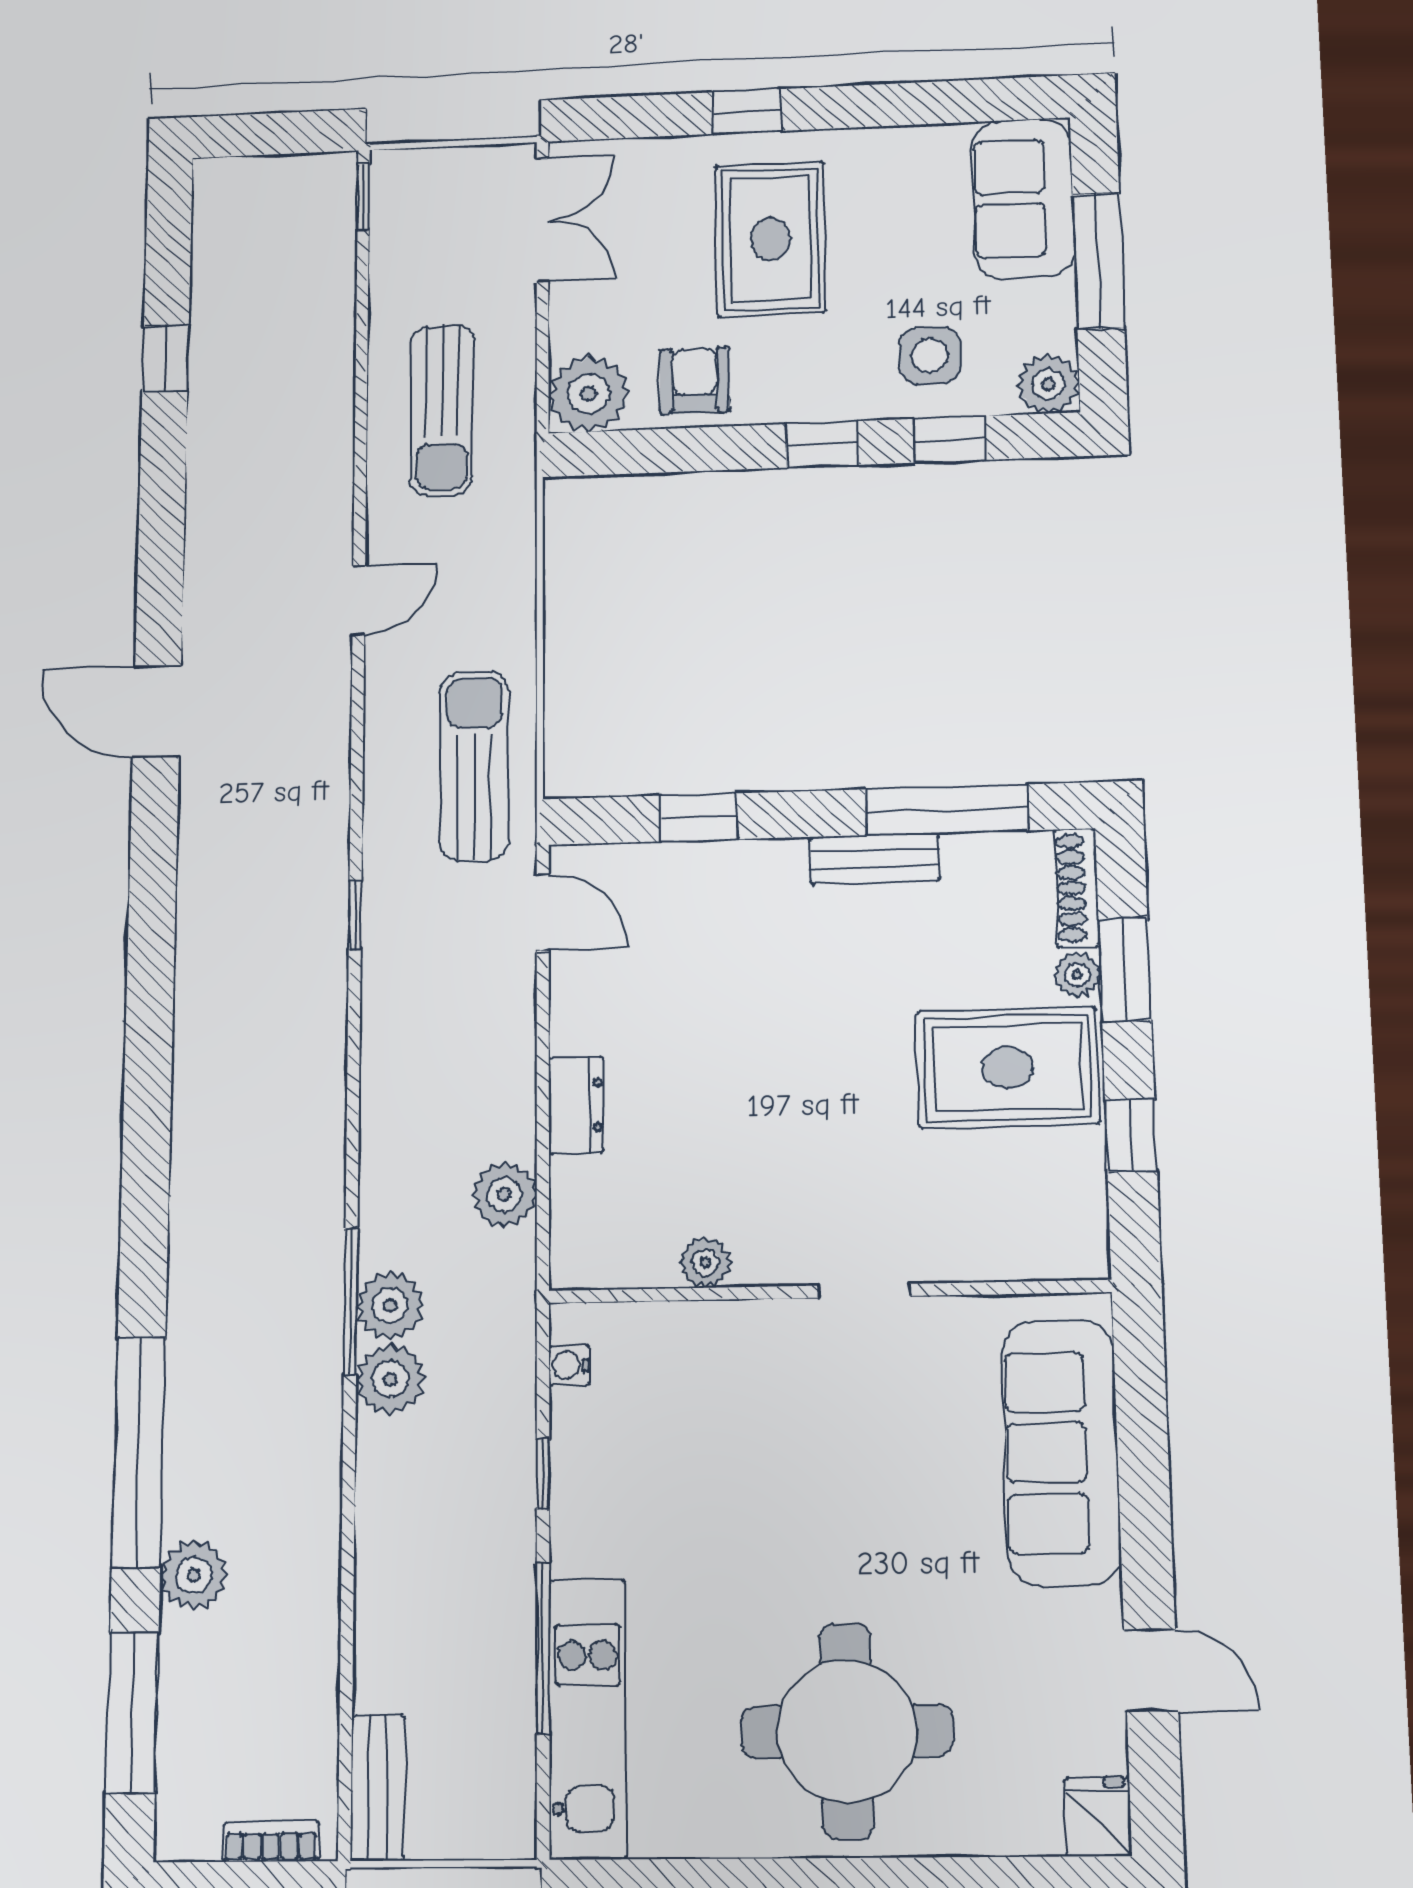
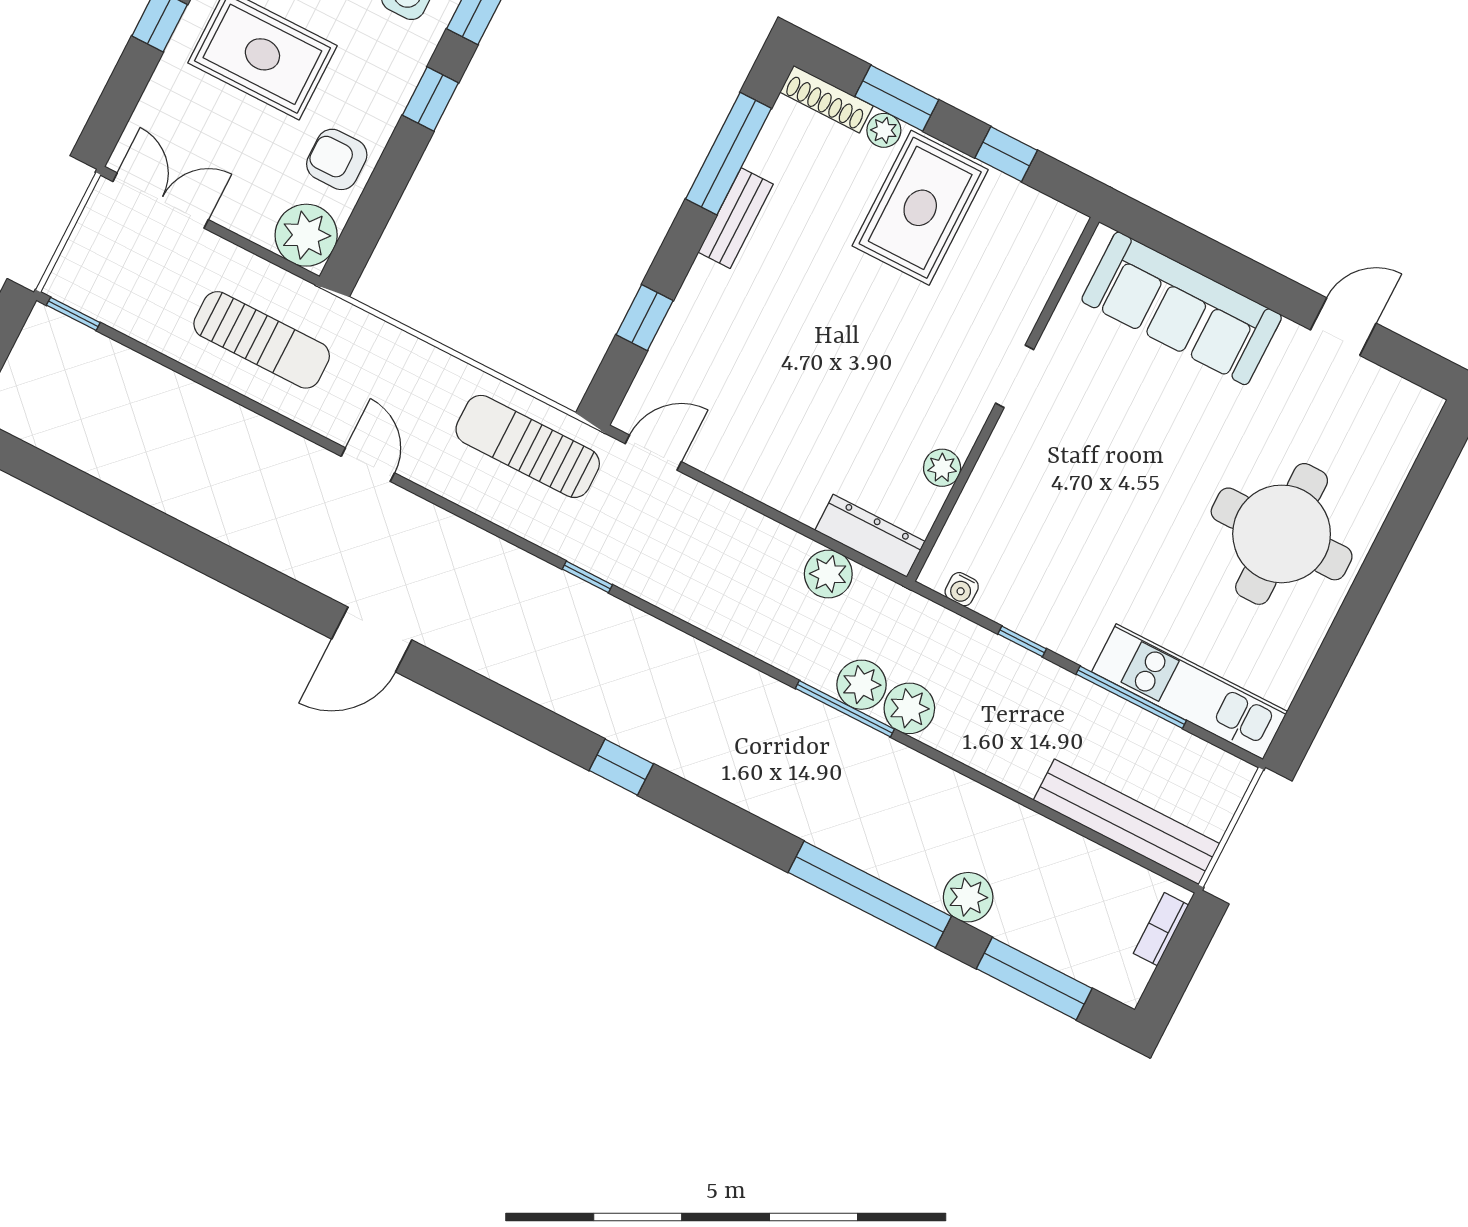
window: (166, 358) -> (621, 767), moved
dresser: (576, 1105) -> (870, 536), moved, width x1.44
bench: (378, 1788) -> (1127, 822), width x1.86, depth x1.21
fridge: (1098, 1817) -> (1413, 407), removed

